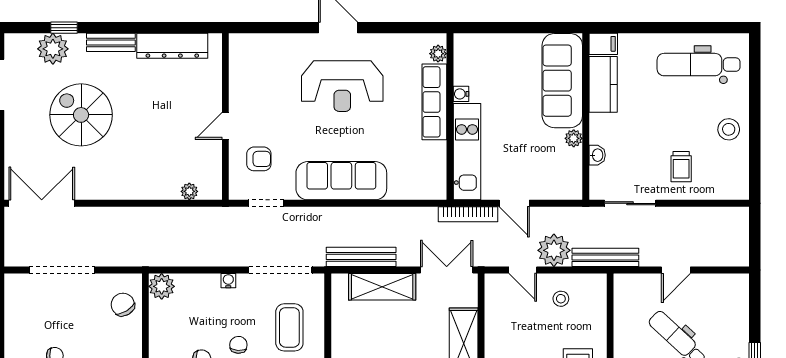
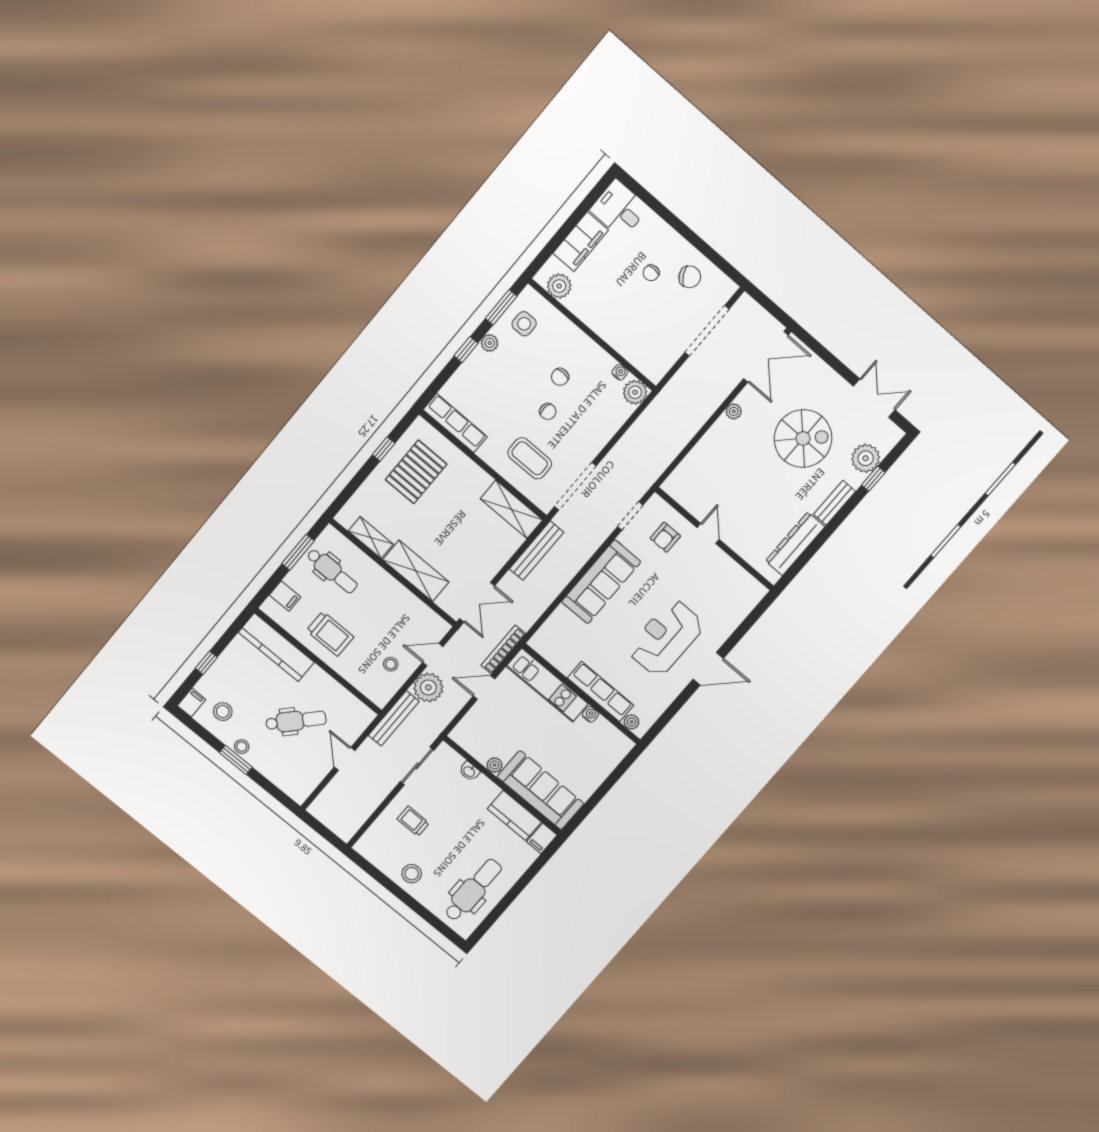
plant: (189, 191) -> (734, 411), moved
water cooler: (228, 281) -> (620, 372), moved, turned -90
shelving: (382, 287) -> (511, 509), moved, turned 90
chair: (123, 305) -> (690, 277), moved

